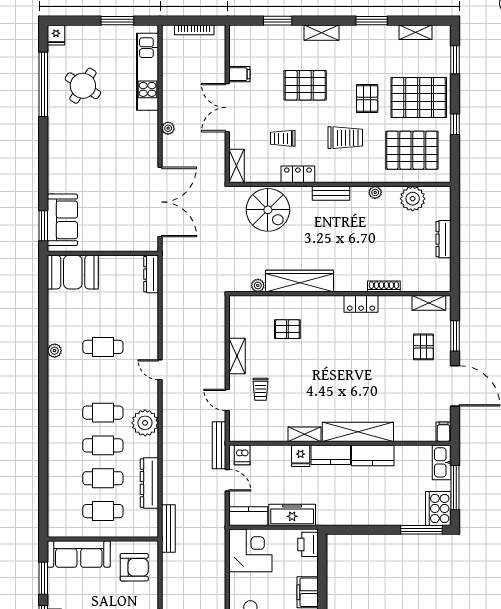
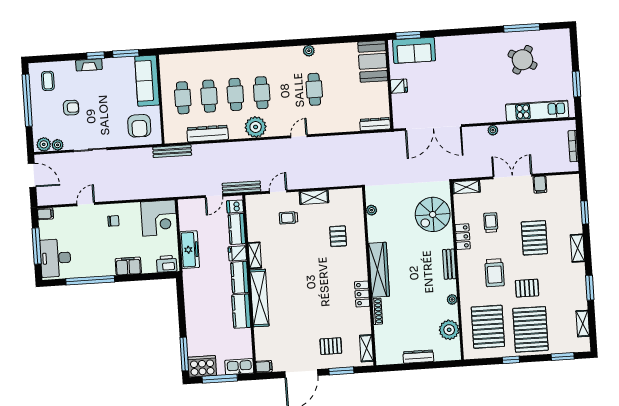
fridge: (56, 35) -> (399, 86), moved, turned 180
window: (43, 84) -> (522, 28), width x0.68
wardrobe: (300, 281) -> (379, 270), moved
kitchen counter: (249, 516) -> (237, 229), moved, turned 180

